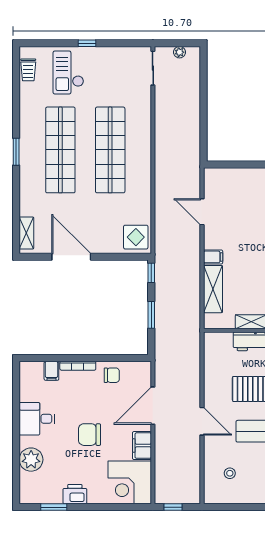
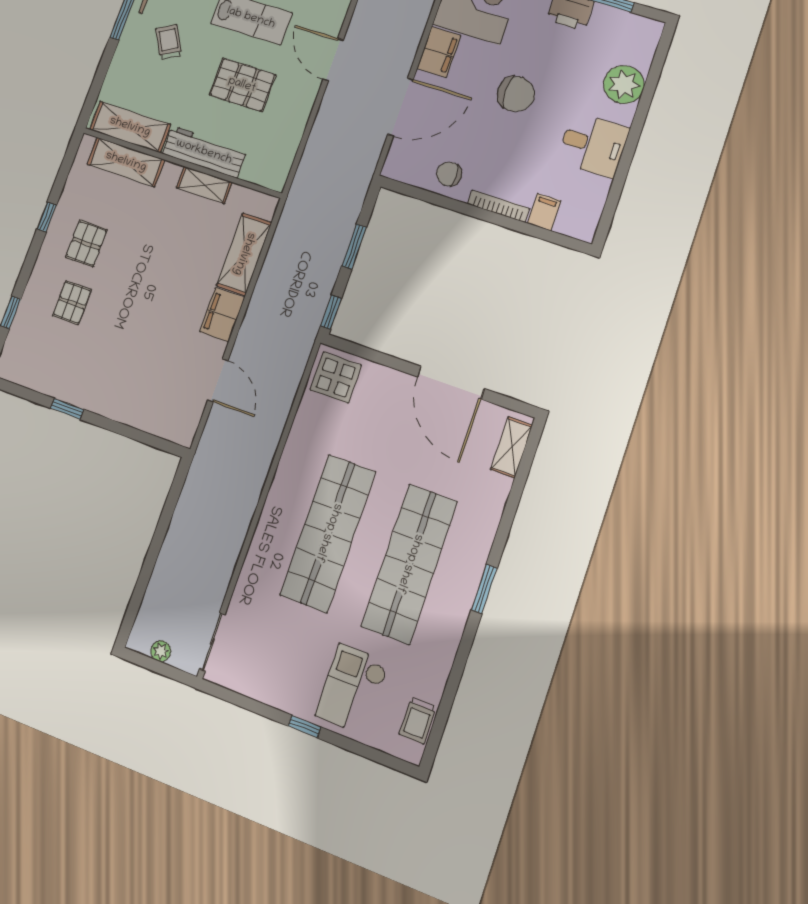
trolley: (28, 70) -> (418, 720), turned 180
checkout: (68, 72) -> (352, 689), turned 180
filing cabinet: (213, 257) -> (222, 315), width x2.00

